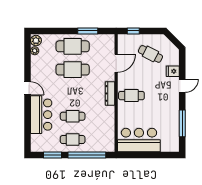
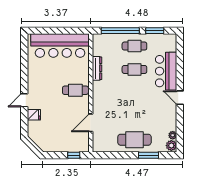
window: (88, 31) -> (148, 155), moved
cafe table: (150, 54) -> (56, 132), removed
cafe table: (73, 70) -> (134, 116), removed
dresser: (110, 93) -> (97, 68), moved
window: (182, 123) -> (24, 62), removed
bar counter: (139, 140) -> (60, 46), width x1.36

